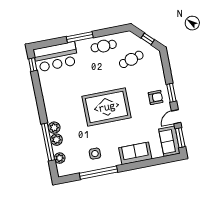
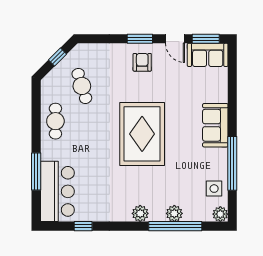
window: (80, 37) -> (36, 172), moved
window: (33, 65) -> (83, 226), moved
plant: (54, 128) -> (140, 213), moved
sofa: (135, 153) -> (215, 125), moved
side table: (95, 154) -> (214, 189), moved
plant: (60, 158) -> (220, 214), moved

